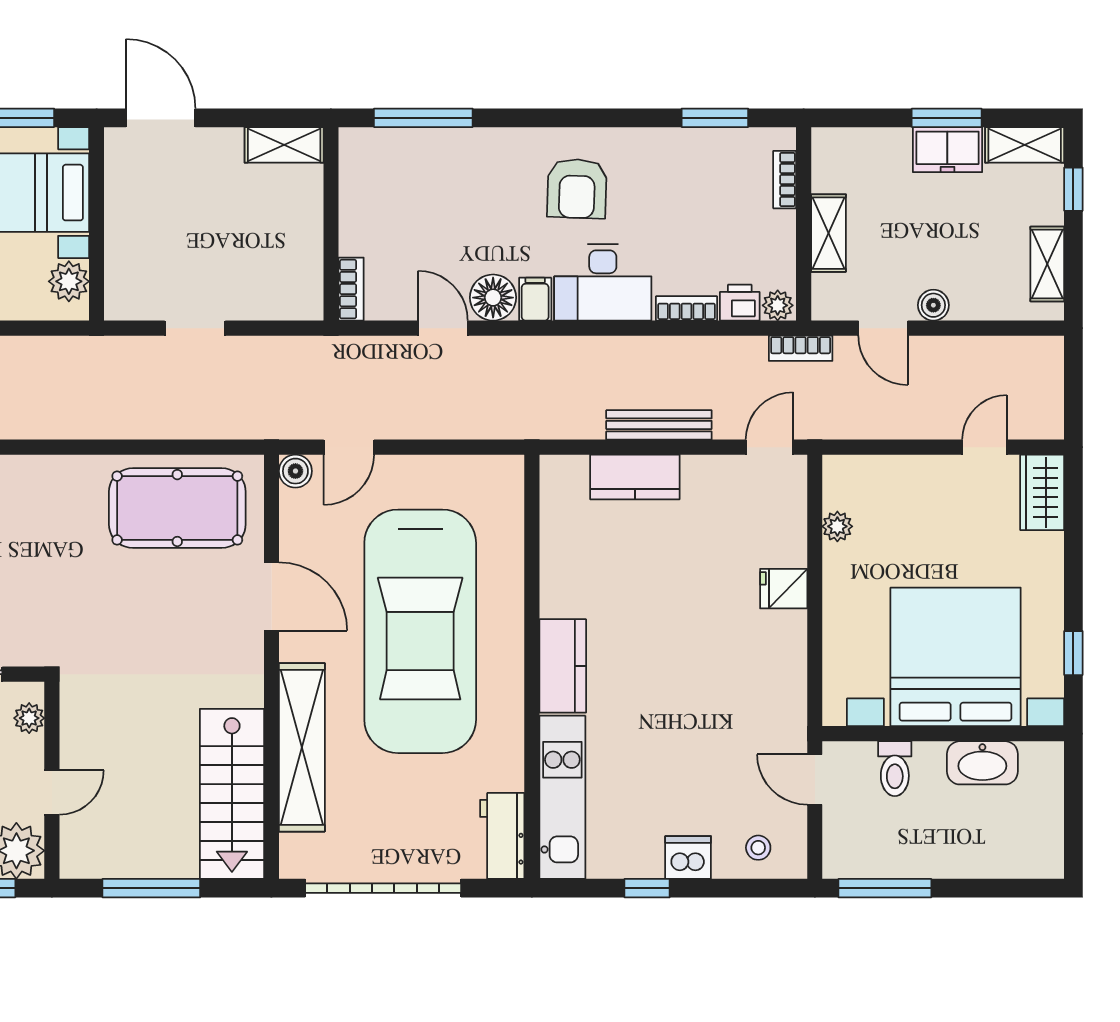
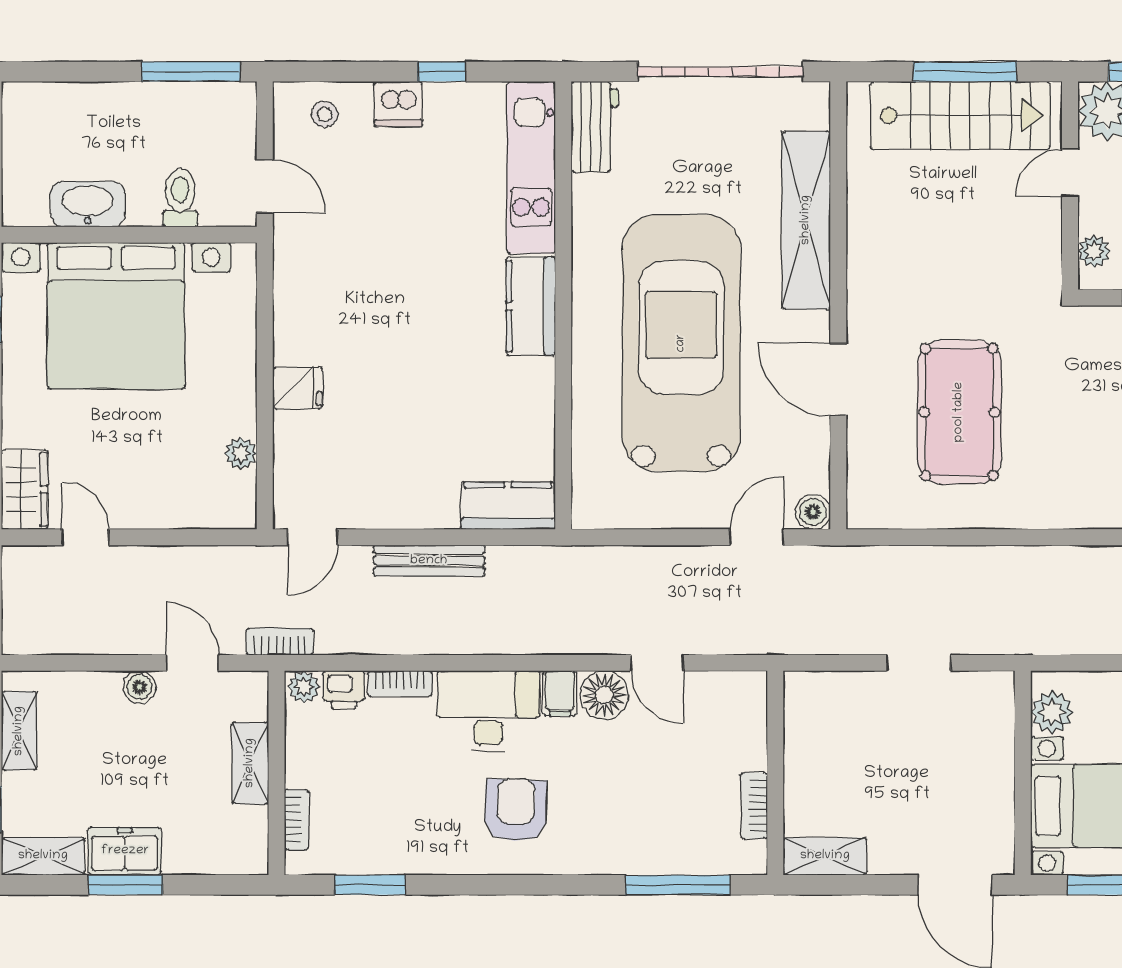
bookcase: (351, 289) -> (754, 806), moved
door: (985, 447) -> (85, 537), swing flipped
kitchen counter: (635, 477) -> (508, 506), moved
pool table: (177, 508) -> (959, 412), moved, turned 90
stairs: (232, 794) -> (960, 115), moved, turned 90

